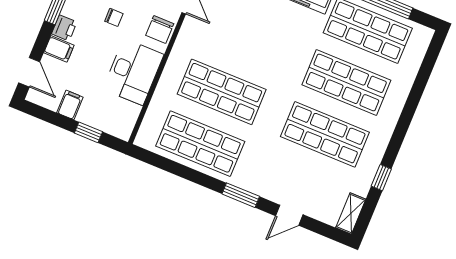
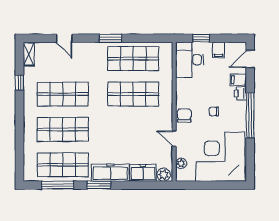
door: (29, 72) -> (250, 59), hinge flipped
desk: (133, 72) -> (190, 60), moved
window: (241, 195) -> (111, 38), moved
door: (289, 215) -> (64, 38), swing flipped

